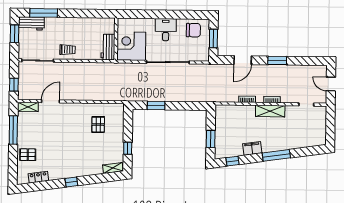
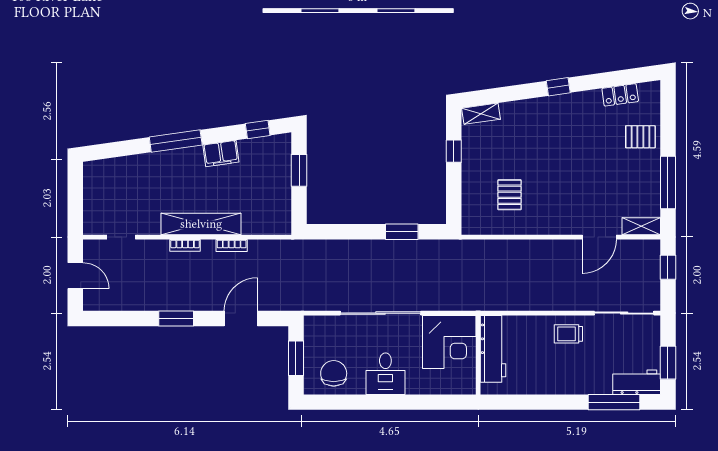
chair: (193, 30) -> (334, 373), turned 90
workbench: (108, 47) -> (493, 349), width x1.38
shelving: (270, 111) -> (201, 224), width x1.47

